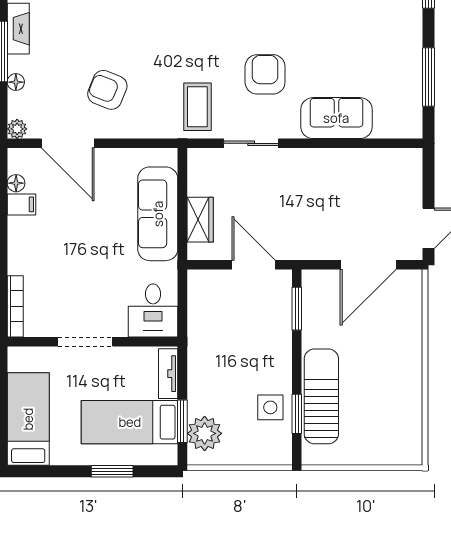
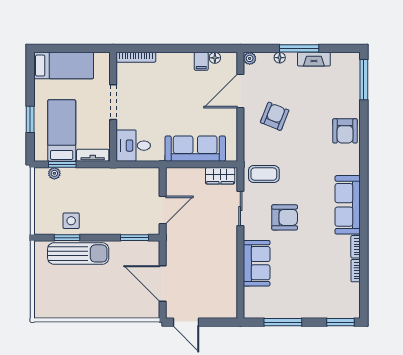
wardrobe: (200, 220) -> (220, 176), moved
plant: (205, 433) -> (54, 173), width x0.53, depth x0.53

